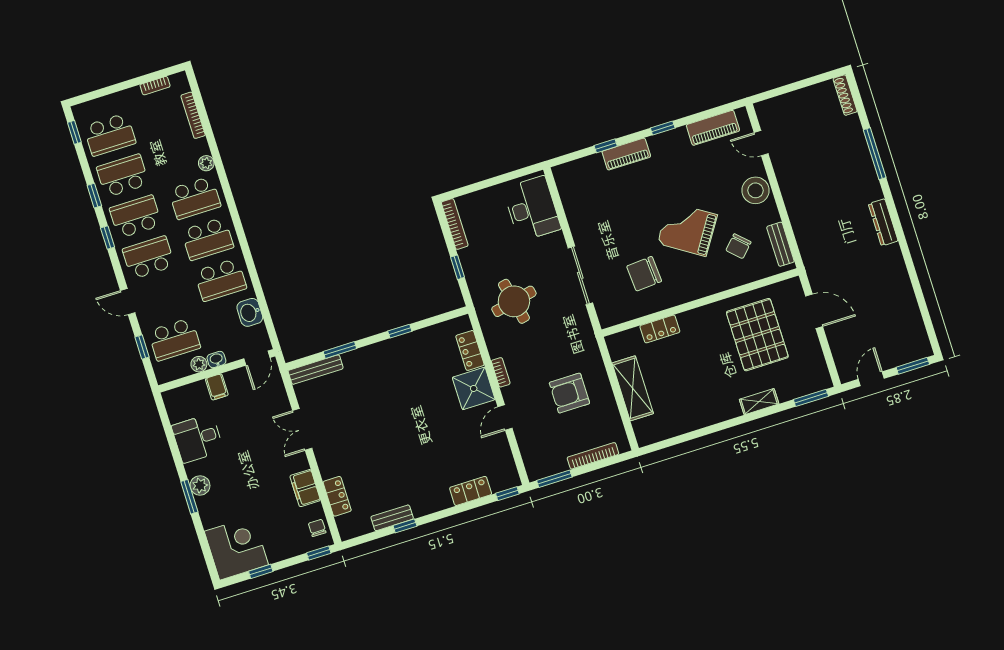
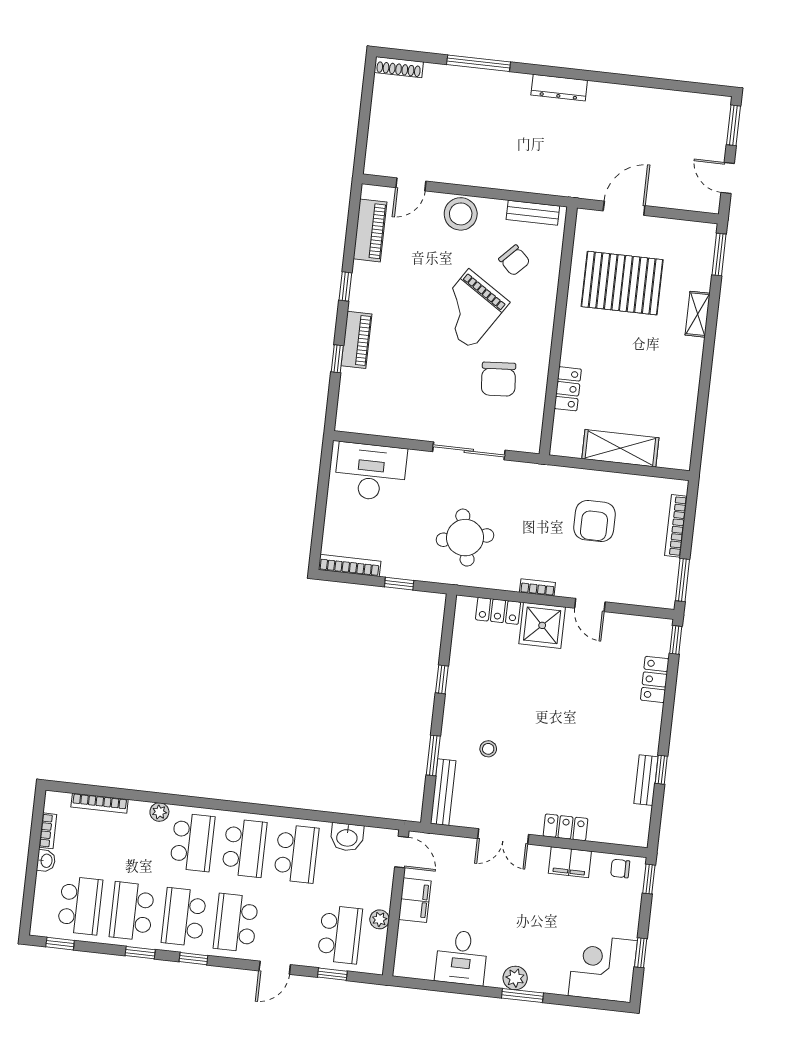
washbasin: (216, 360) -> (46, 861), moved, turned 180
filing cabinet: (217, 387) -> (415, 900), width x2.00
stool: (363, 389) -> (488, 749), added
locker: (337, 496) -> (565, 827), moved

